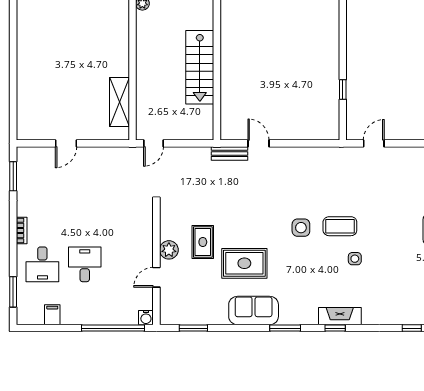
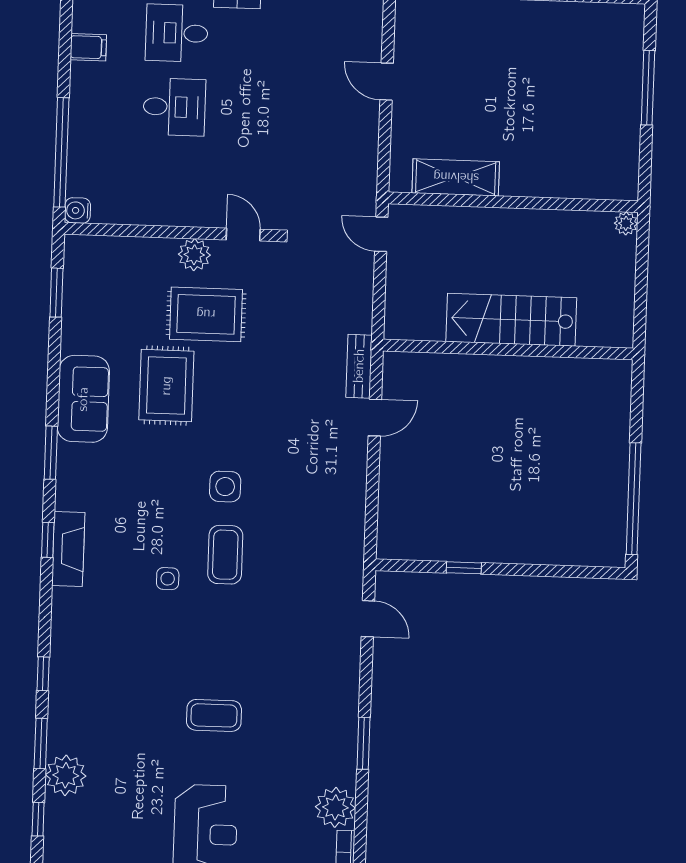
rug: (203, 242) -> (206, 314), width x1.36, depth x1.43
door: (156, 277) -> (243, 235), moved

